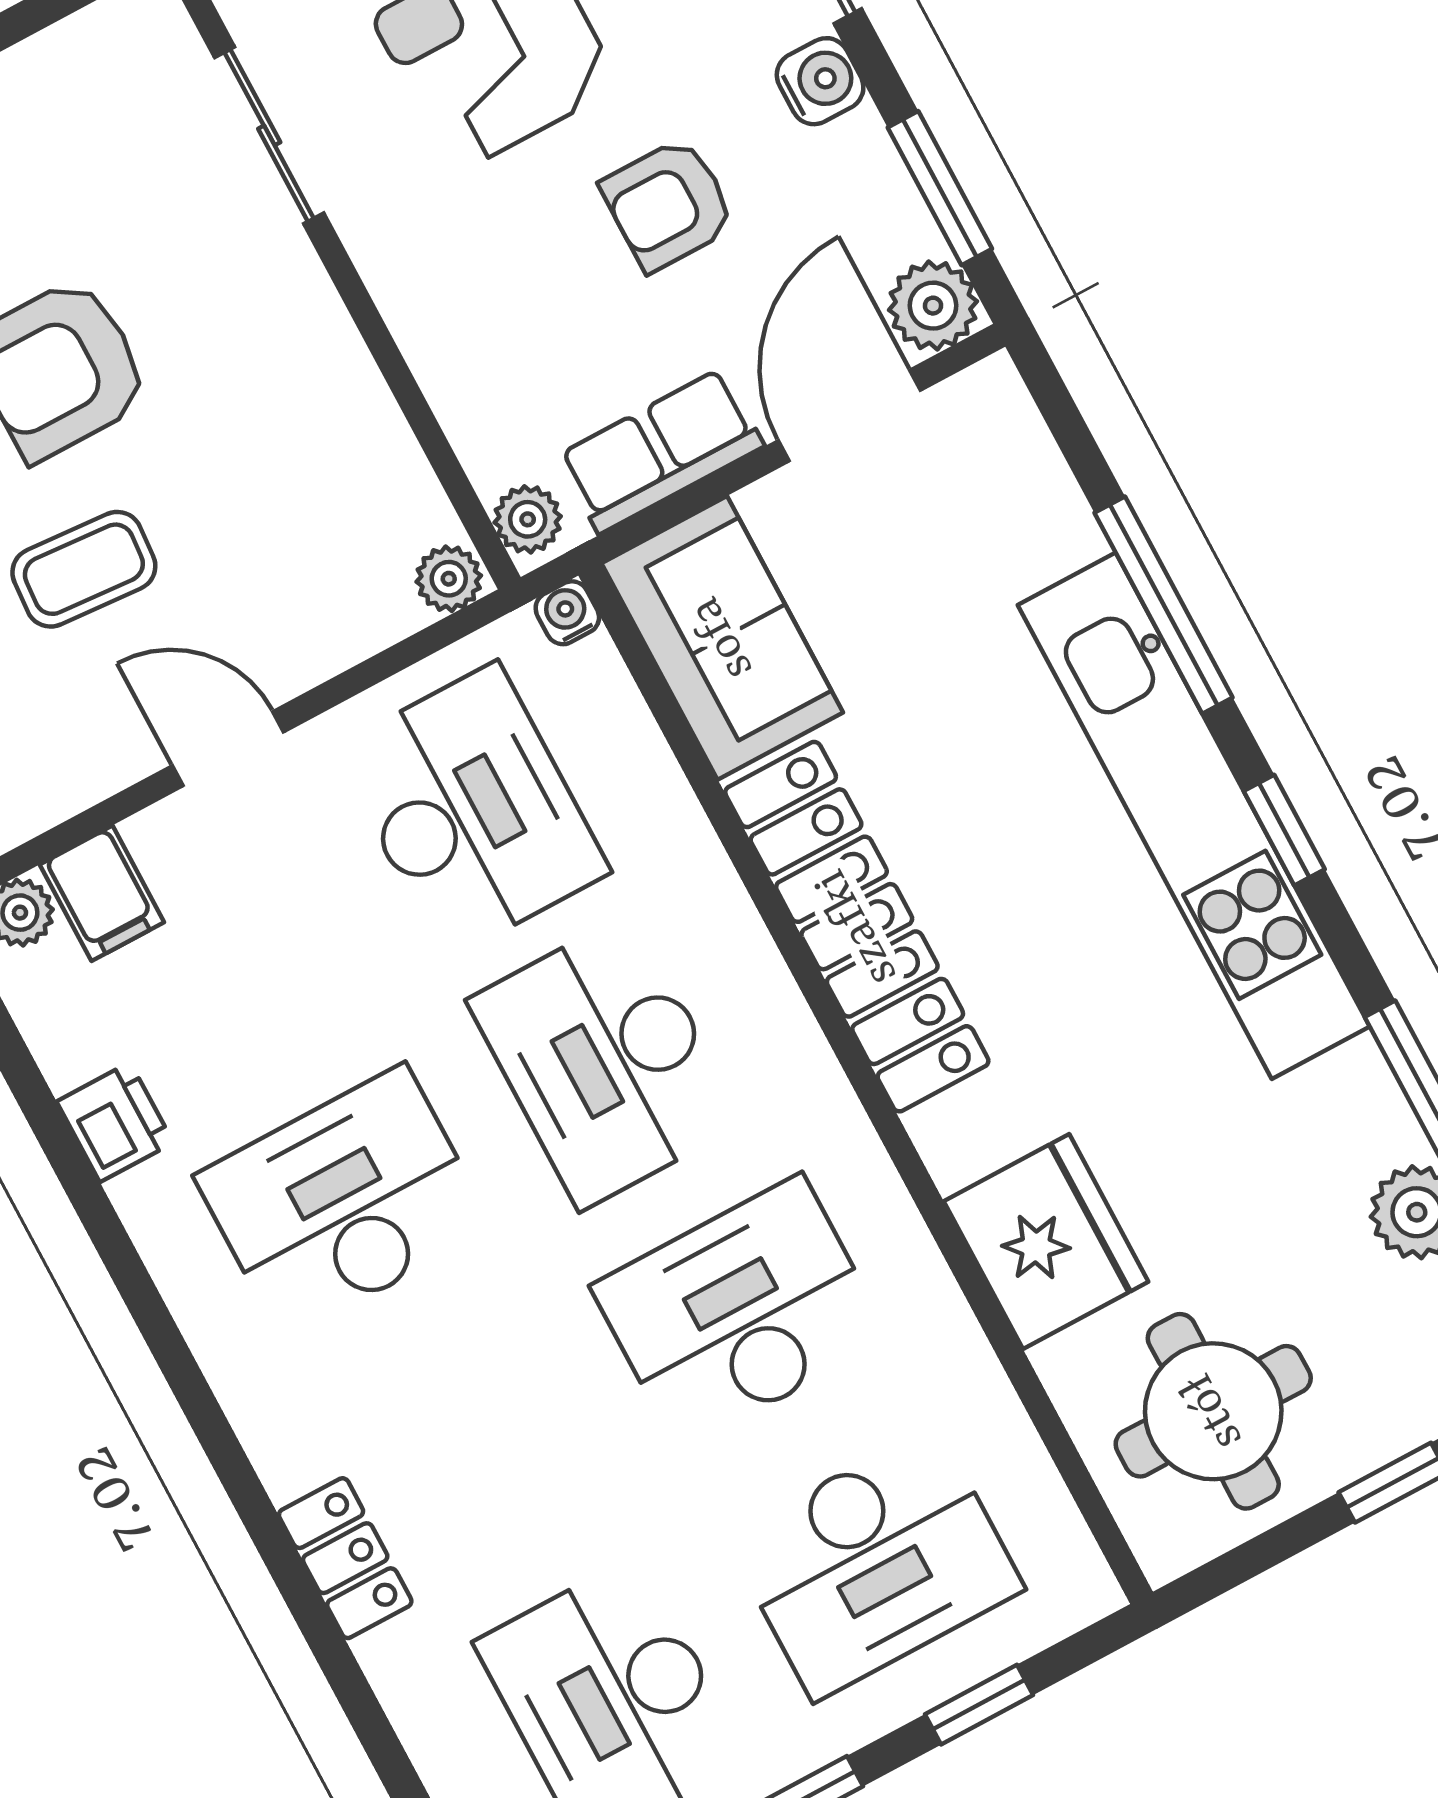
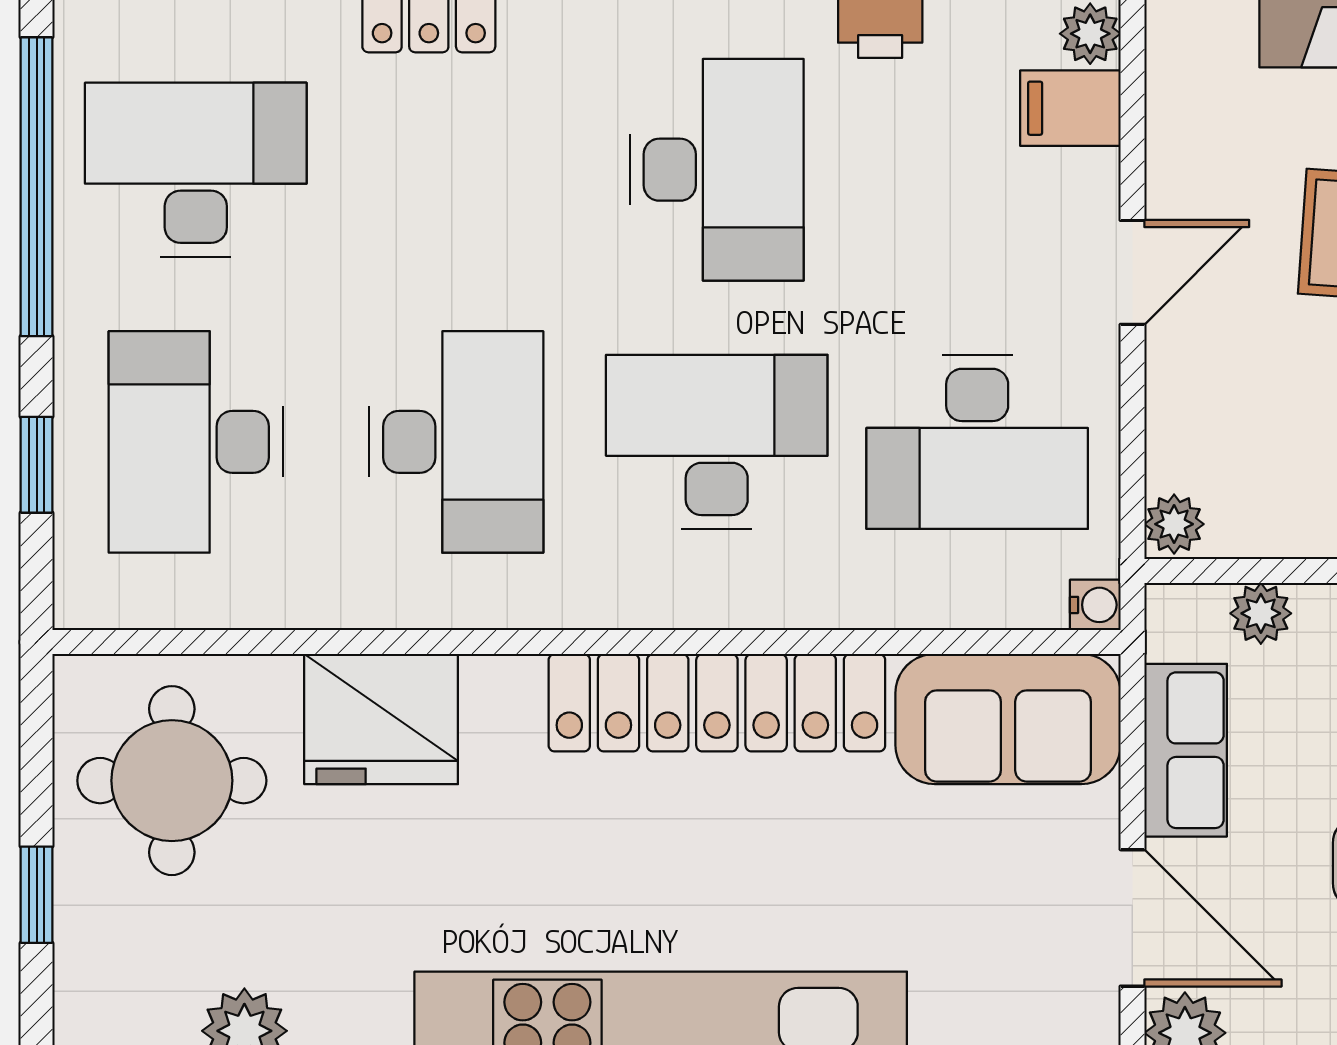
plant: (528, 519) -> (1261, 613), moved

